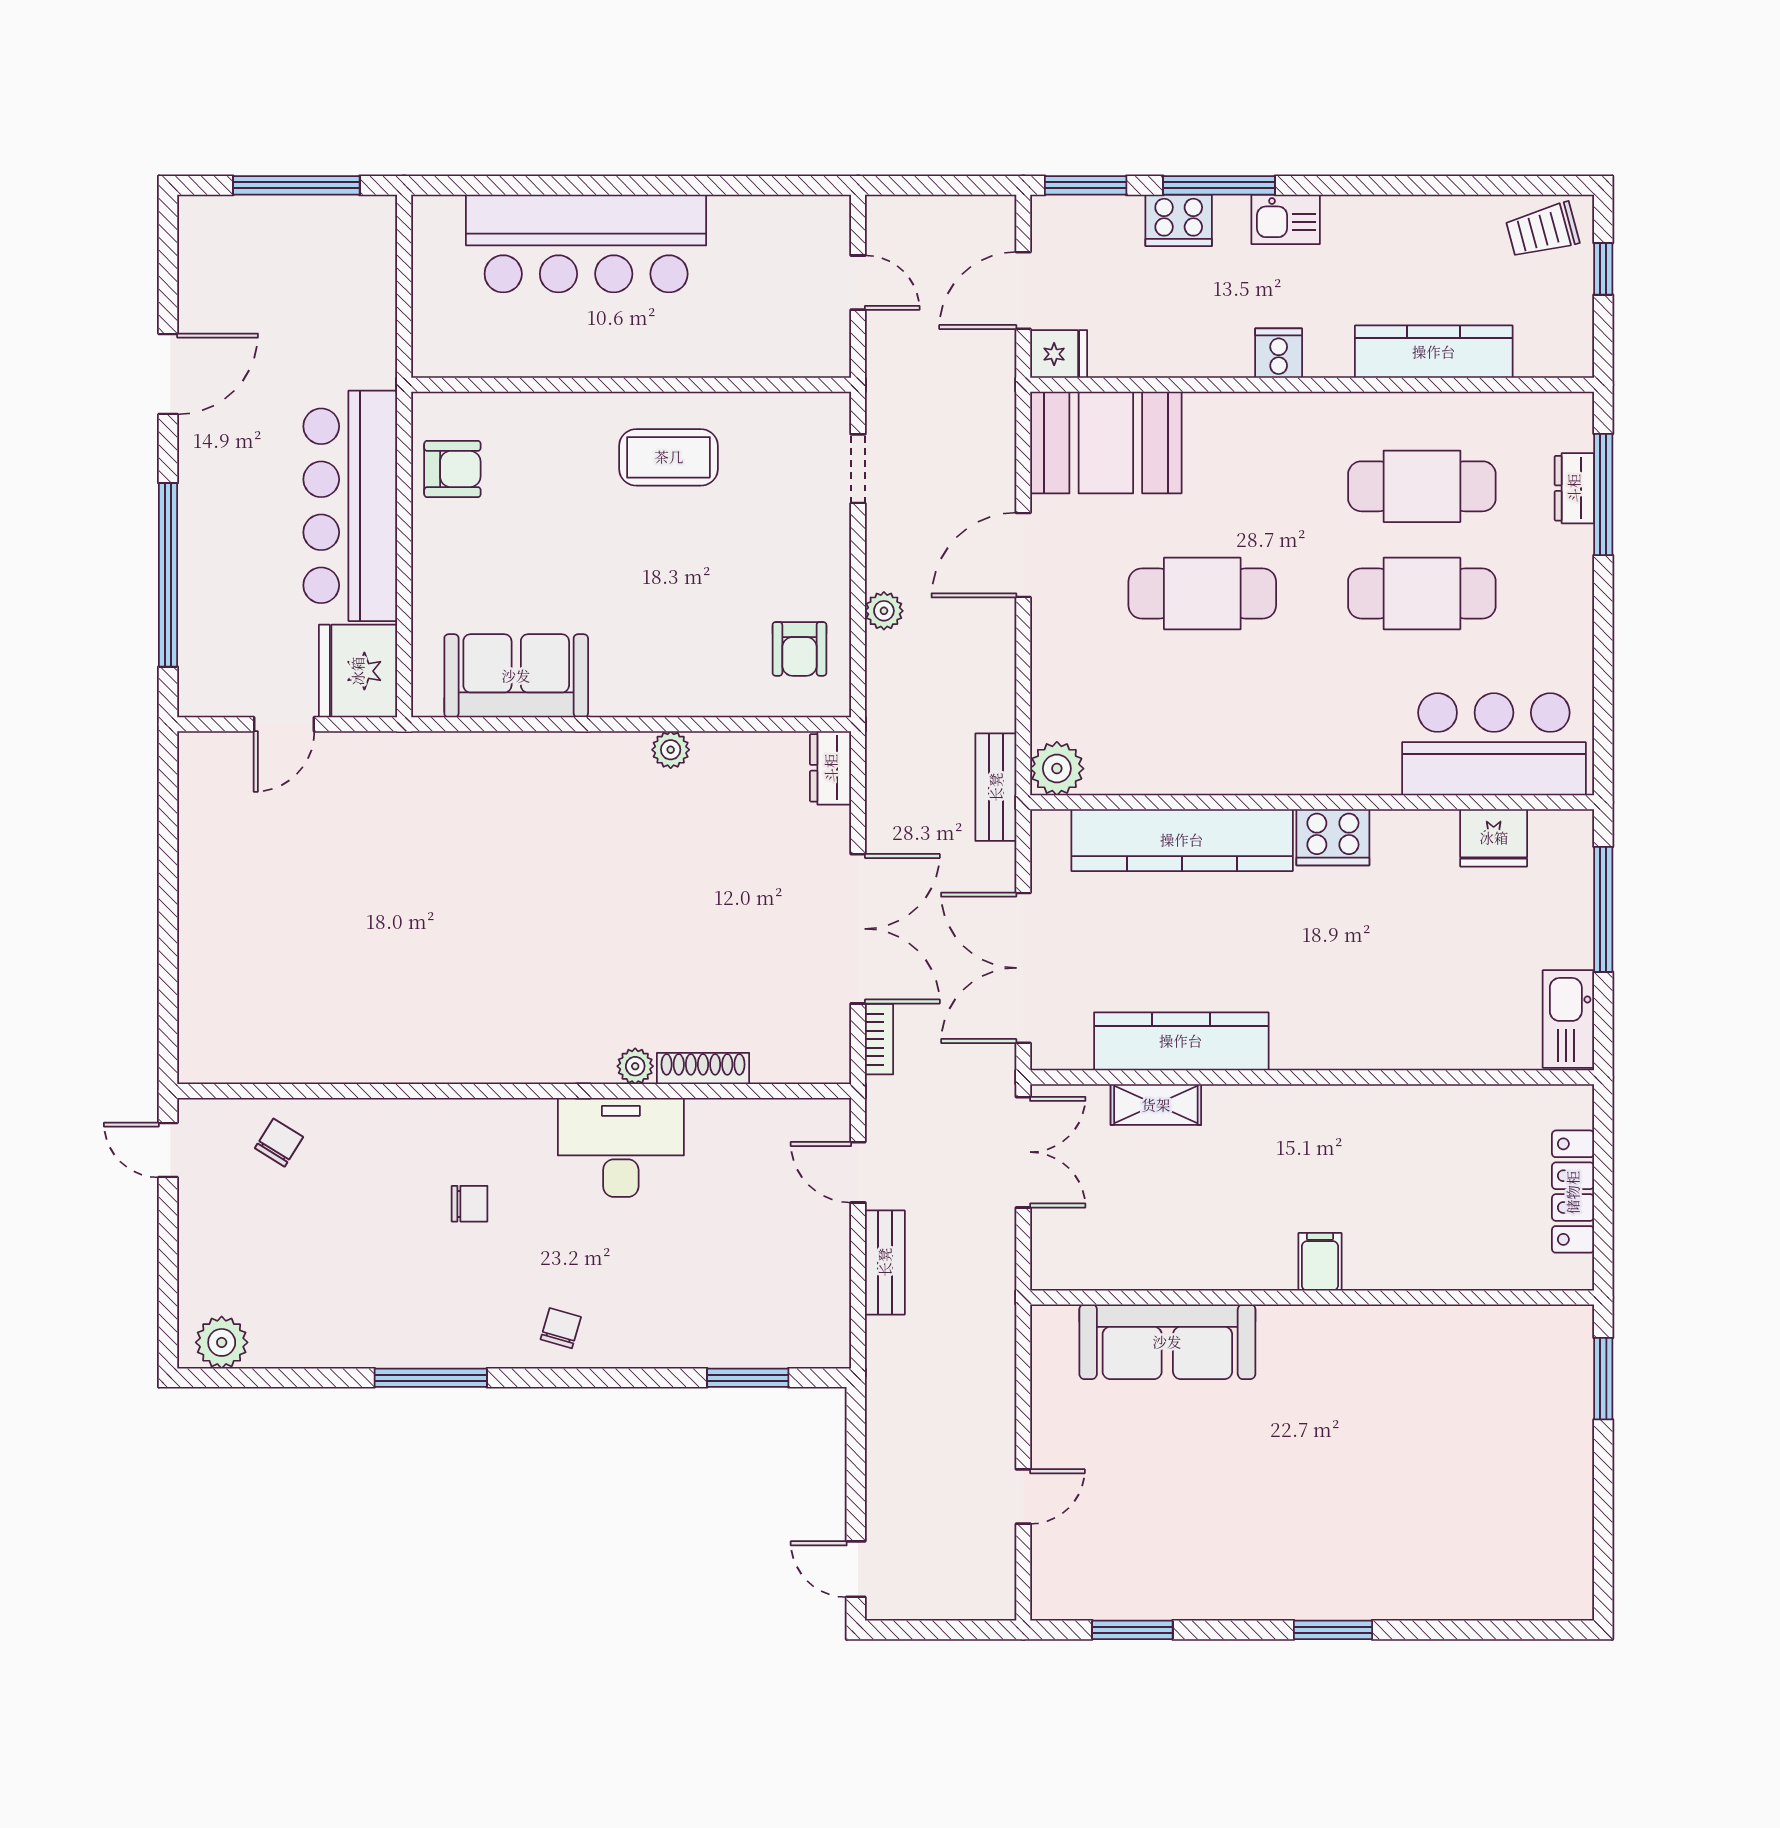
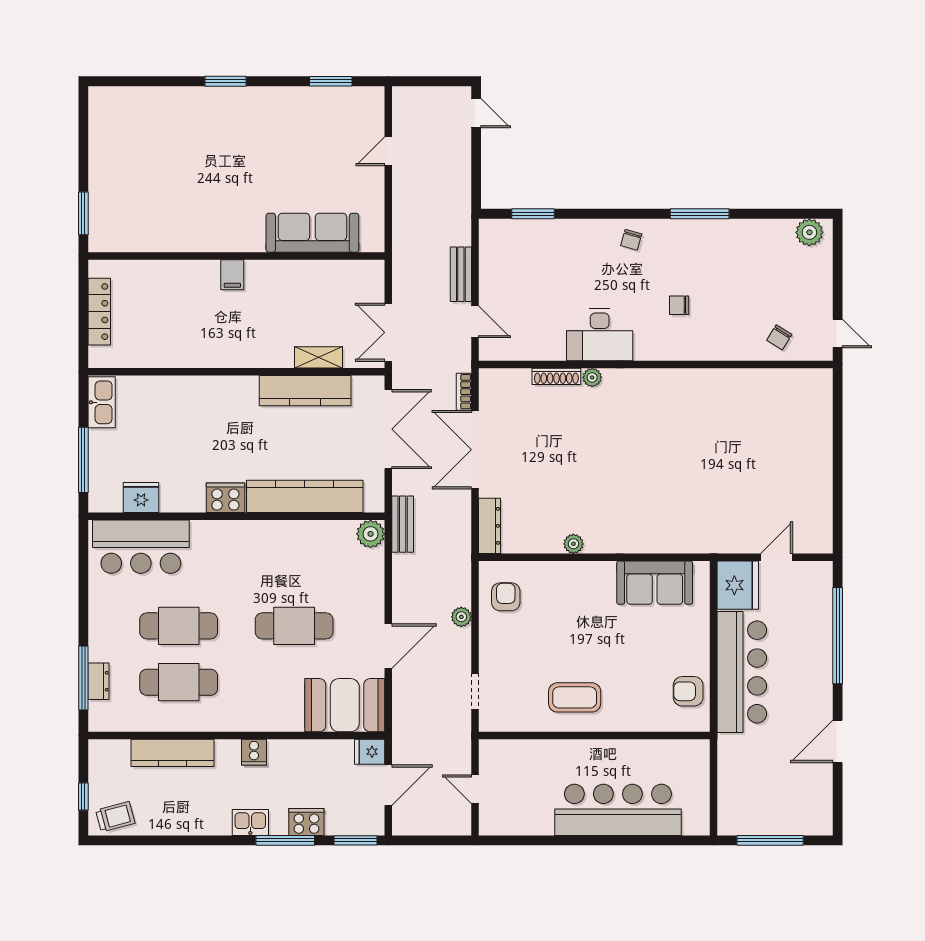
dresser: (831, 768) -> (489, 526), width x1.44

